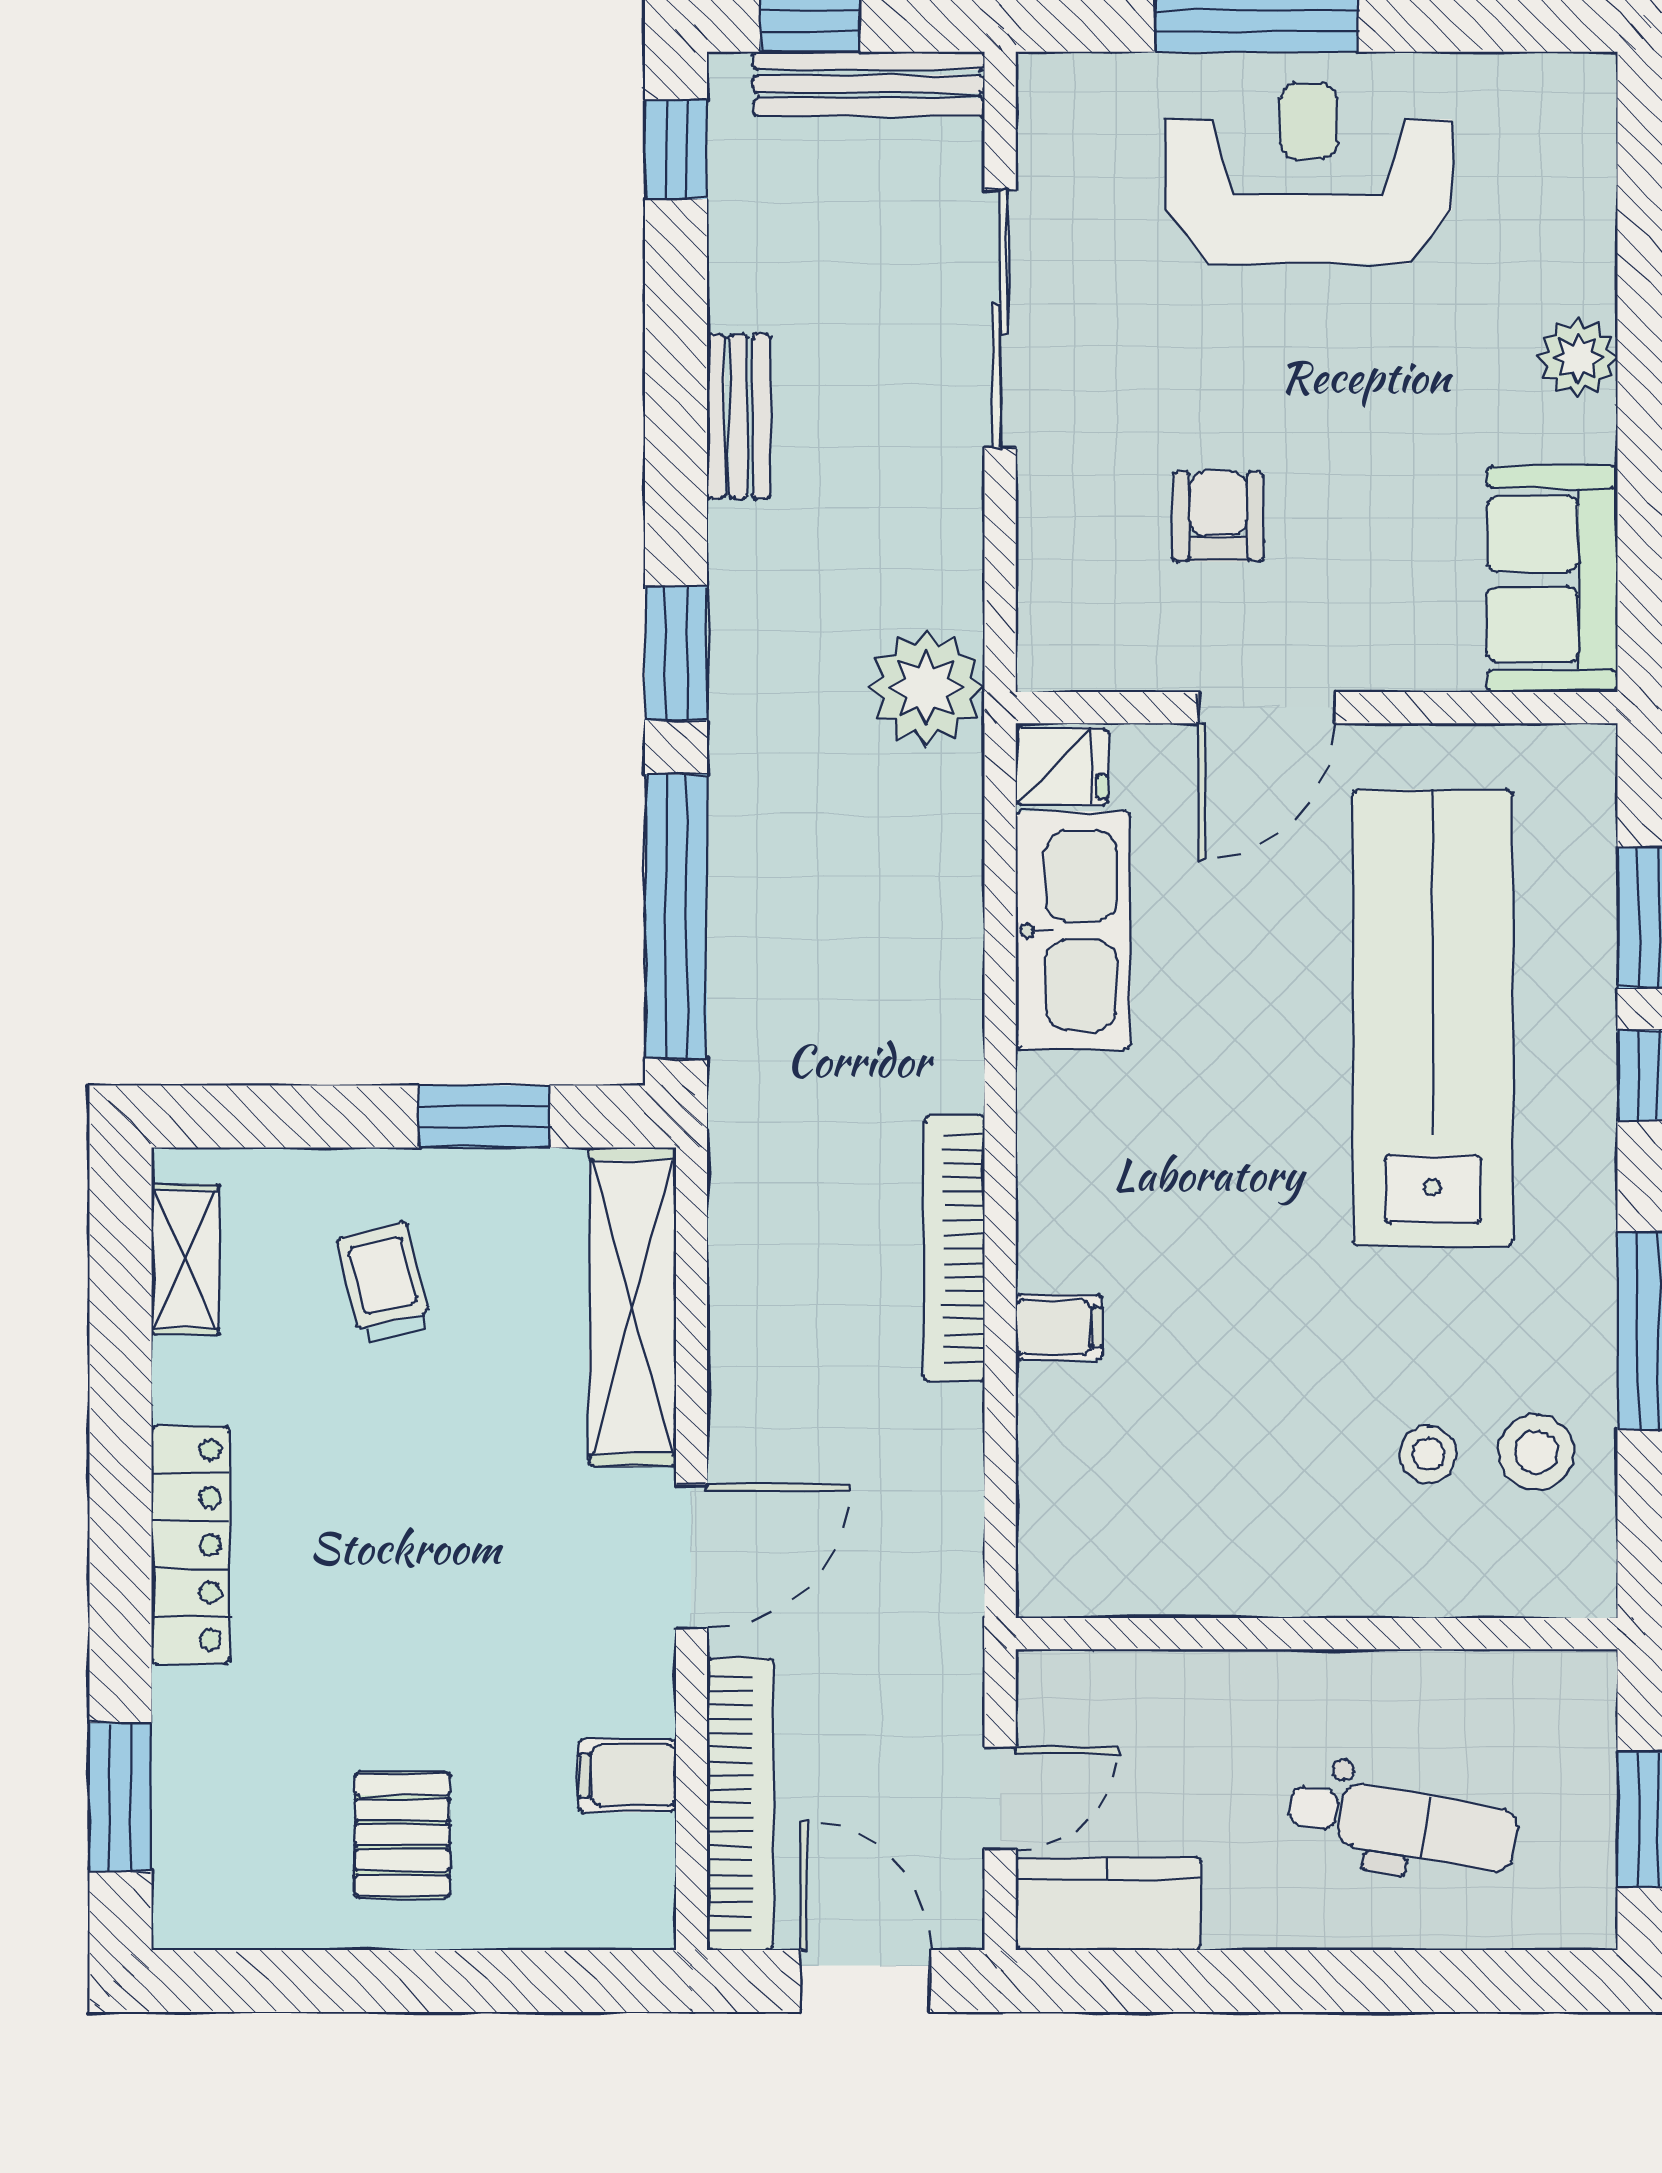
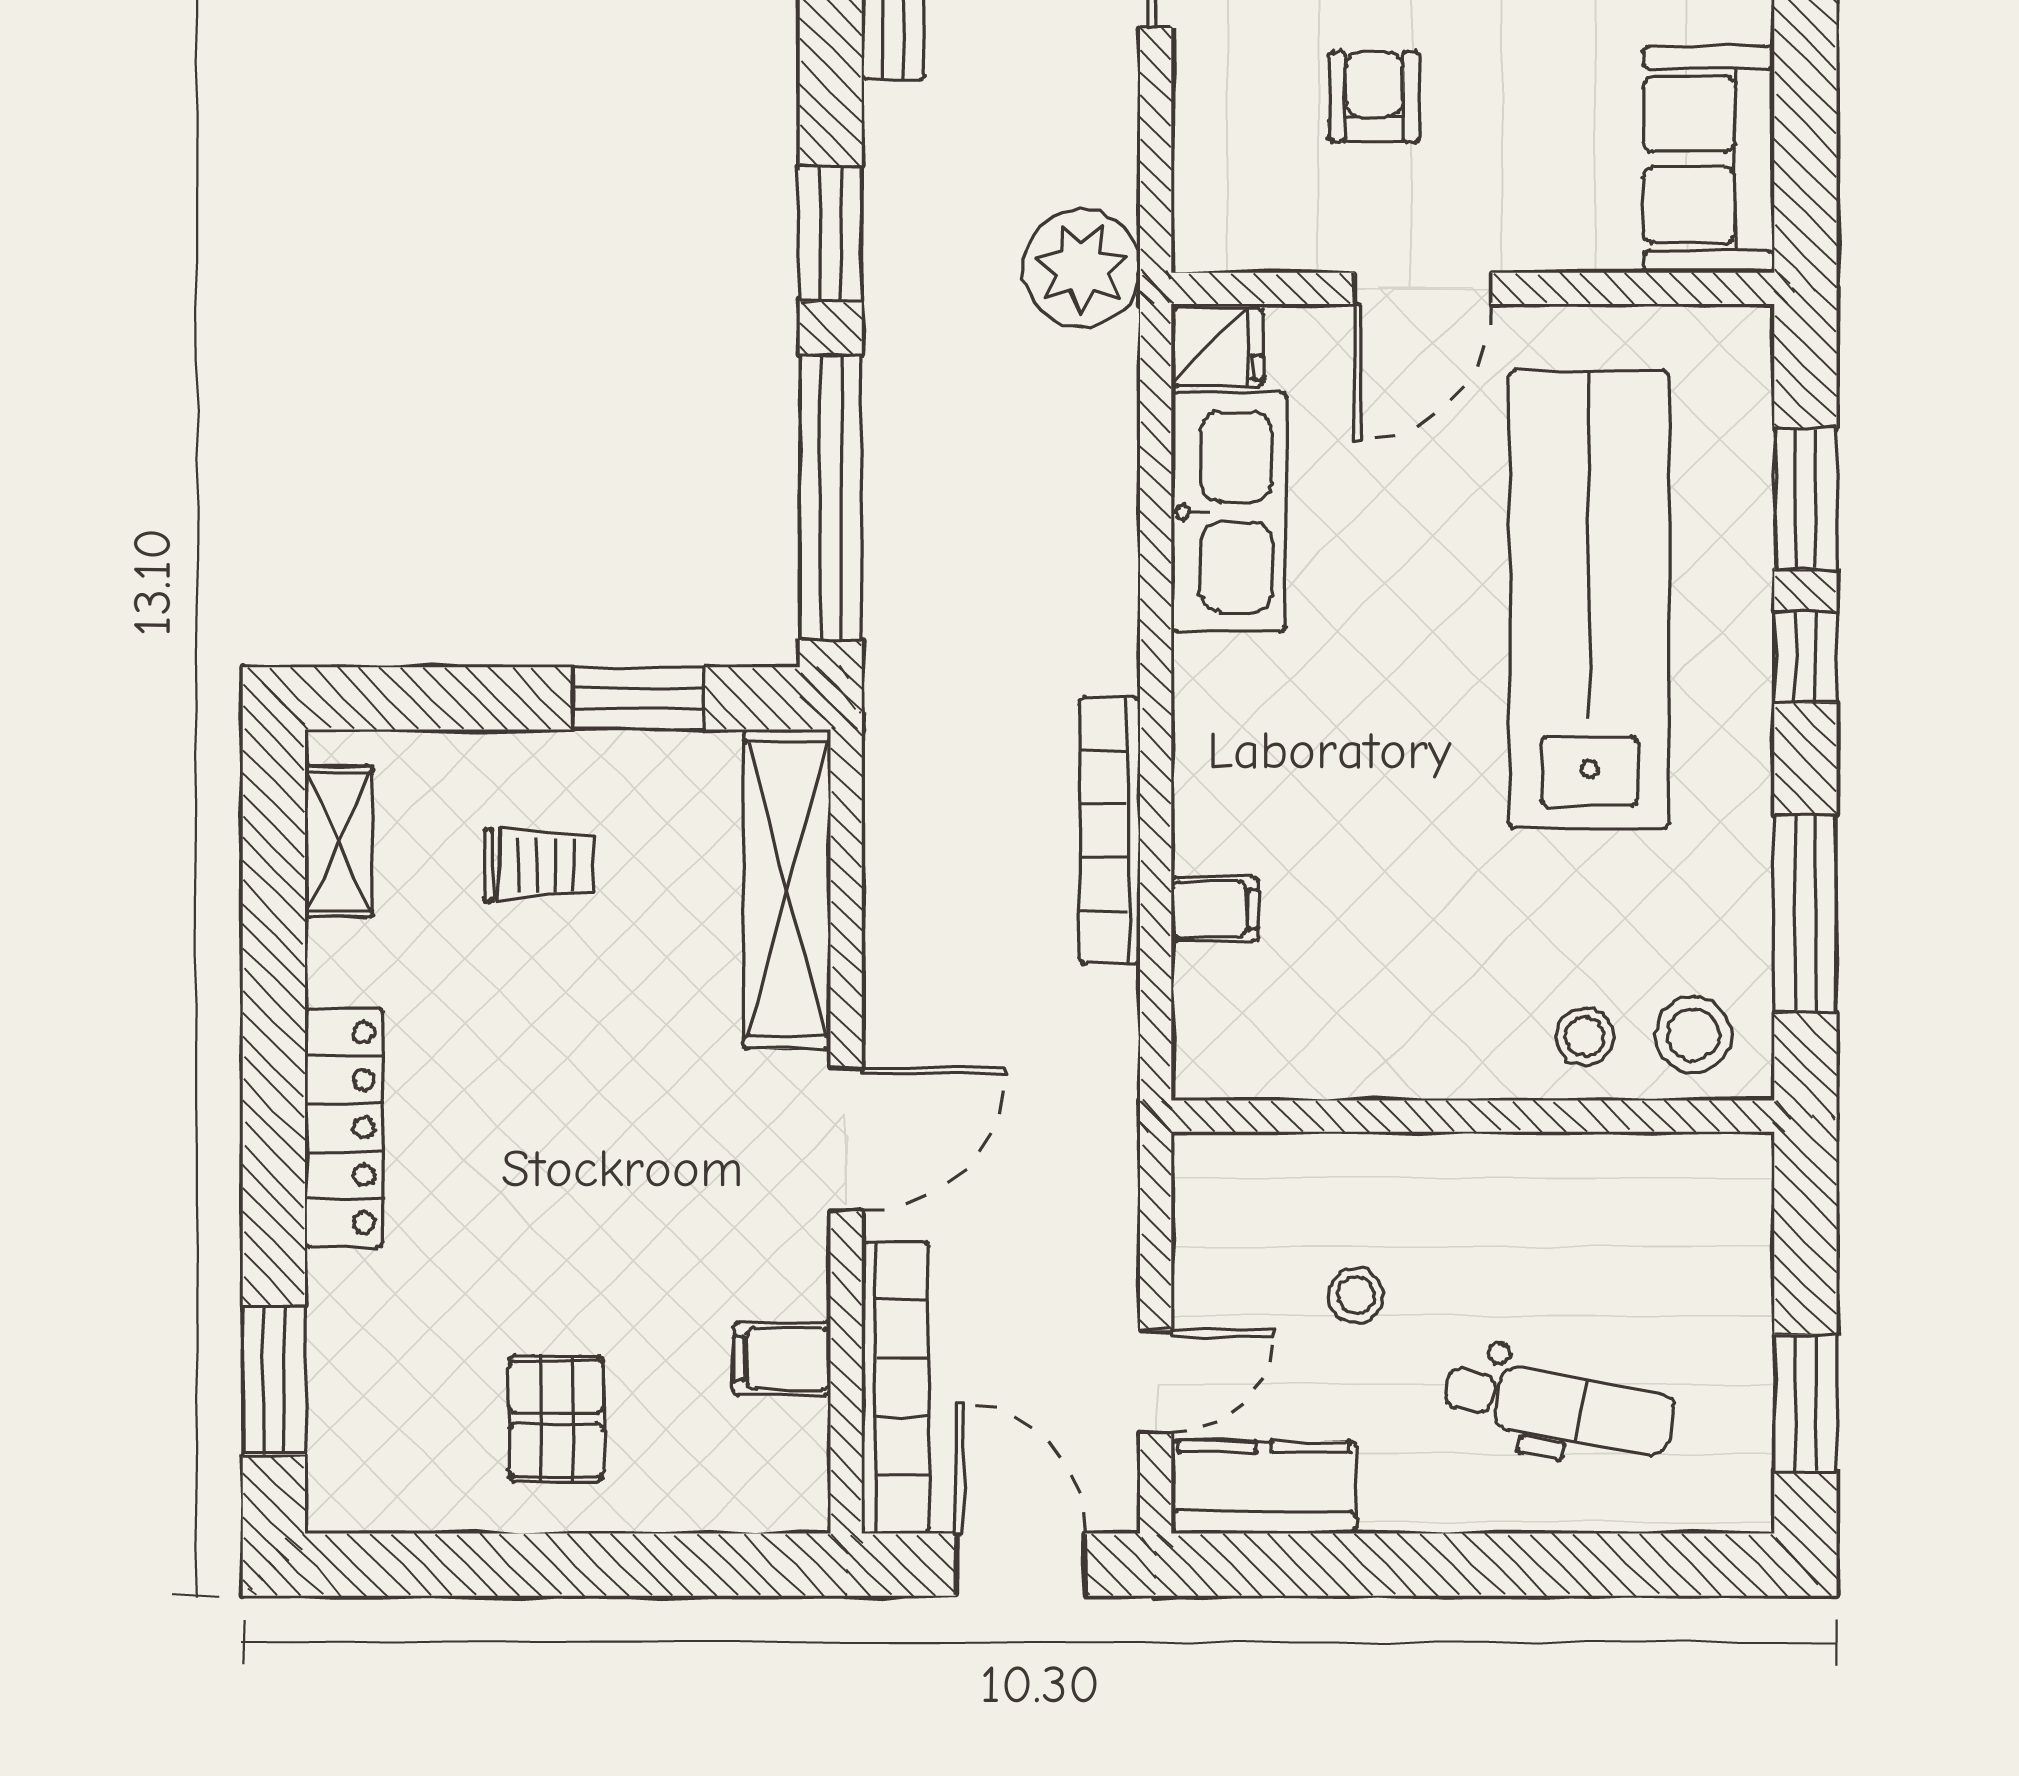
trolley: (384, 1283) -> (538, 865), turned 104
wall: (1317, 1634) -> (1473, 1116), moved
stool: (1200, 1712) -> (1356, 1295), added

